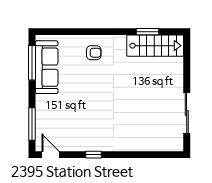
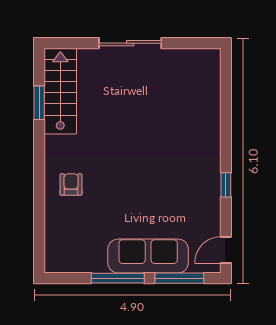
window: (32, 63) -> (118, 278), moved
sofa: (47, 67) -> (148, 256), moved
sliding door: (187, 113) -> (130, 43), moved

